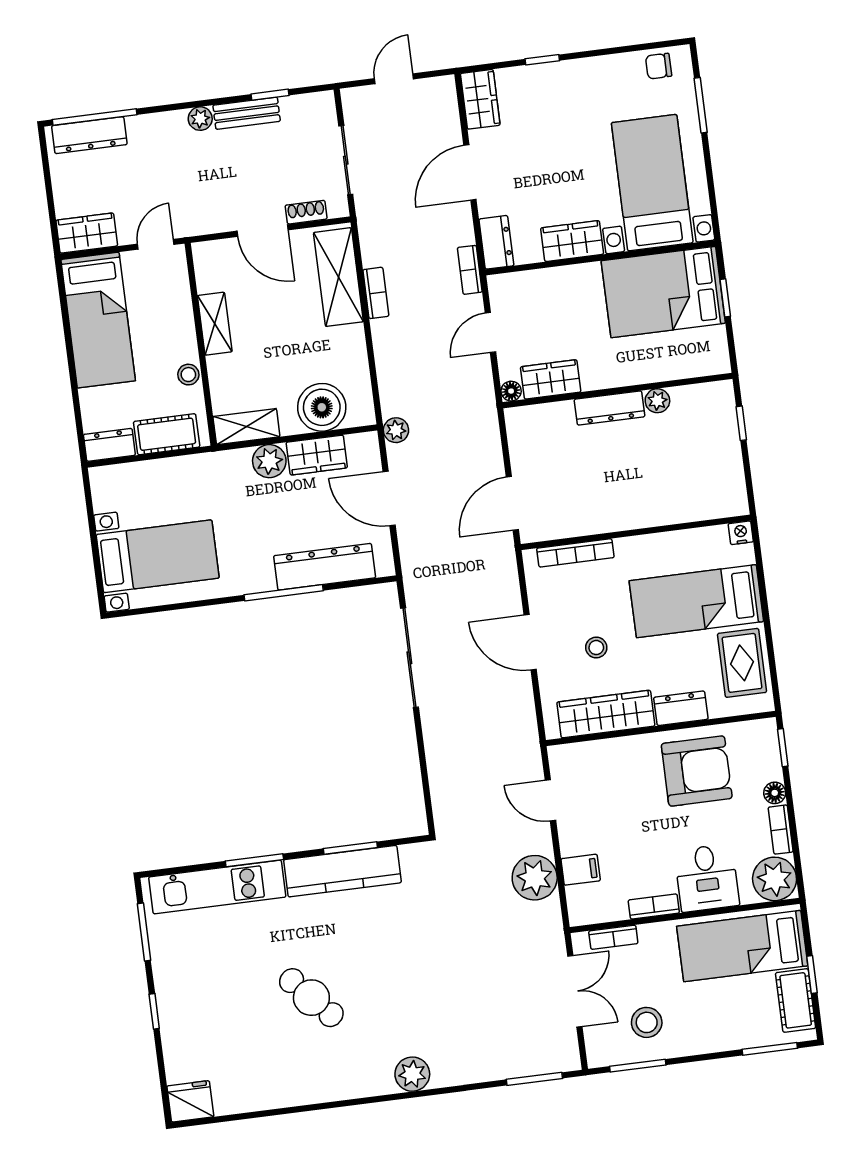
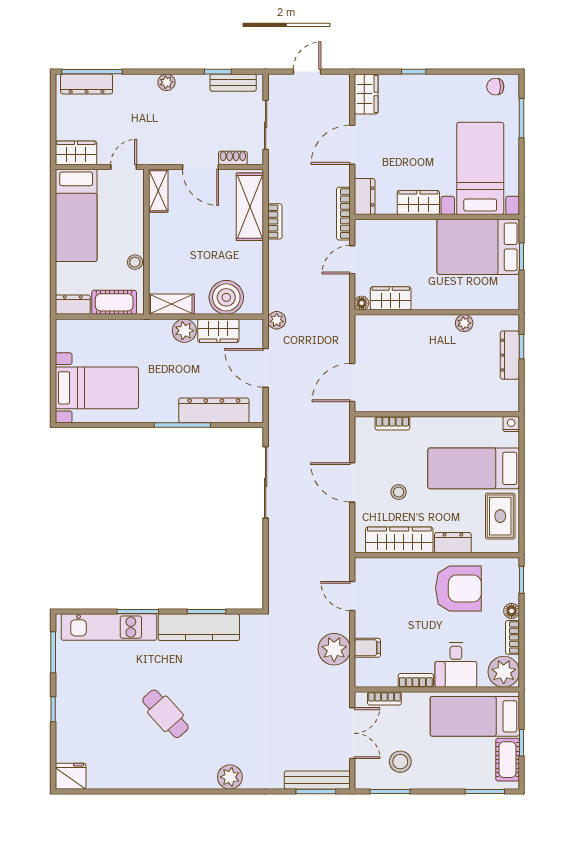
bench: (247, 113) -> (233, 83), moved
bookcase: (470, 270) -> (343, 214), width x1.56
shelving: (215, 324) -> (158, 191), moved
dresser: (609, 408) -> (510, 355), moved, turned 90
bookcase: (575, 553) -> (392, 423), width x0.64
bench: (534, 1063) -> (317, 780), added

